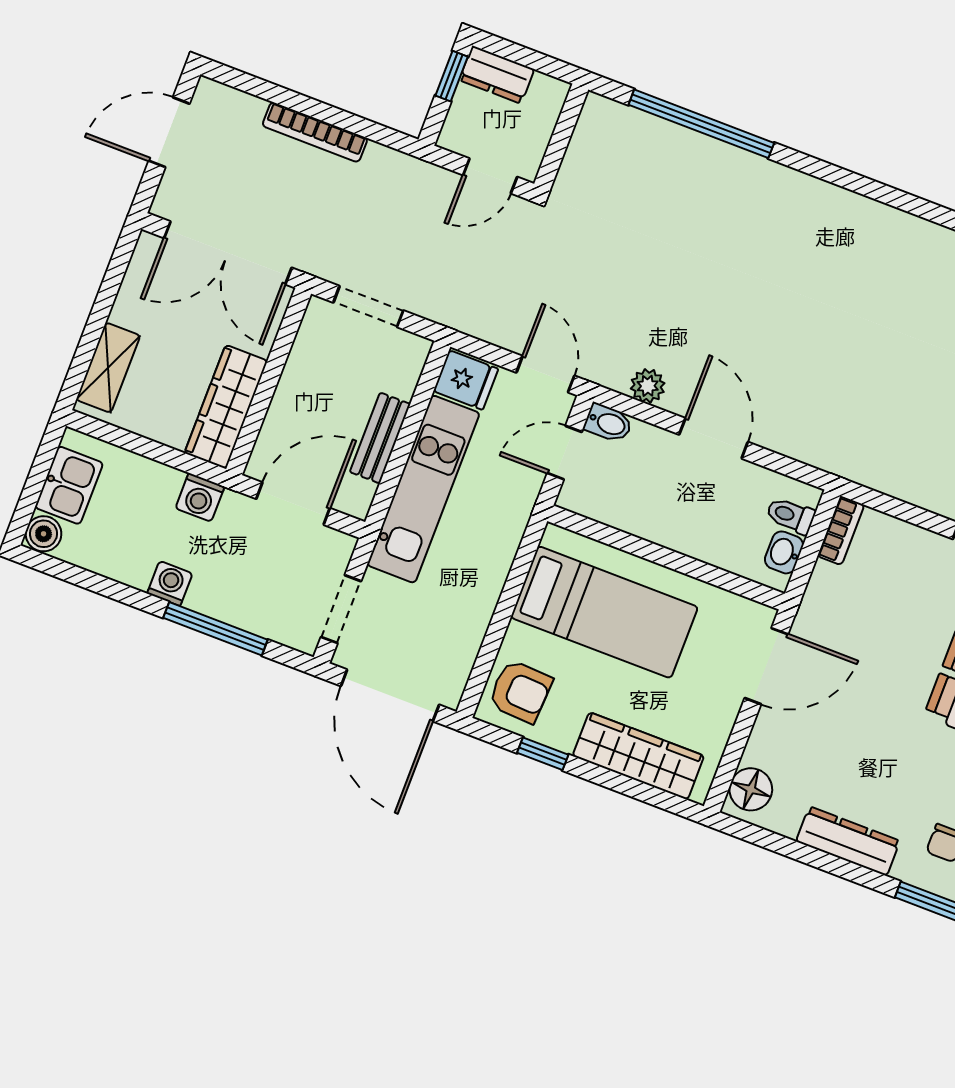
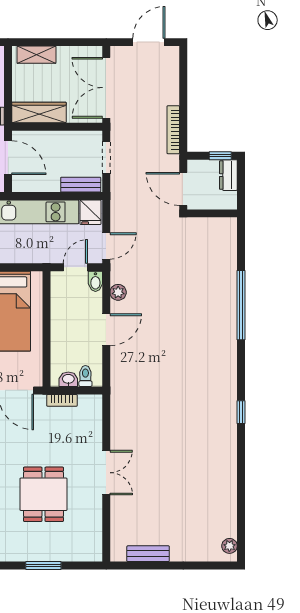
window: (701, 124) -> (241, 305), moved
door: (169, 132) -> (149, 42), hinge flipped
bookcase: (315, 132) -> (173, 130), moved
door: (490, 176) -> (183, 189), width x1.38
bench: (380, 438) -> (81, 185), moved
door: (565, 453) -> (75, 267), hinge flipped
bookcase: (841, 531) -> (62, 400), moved

